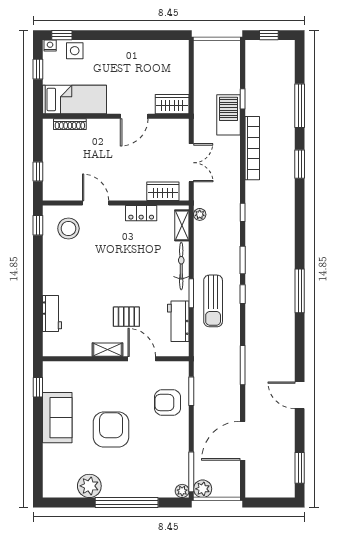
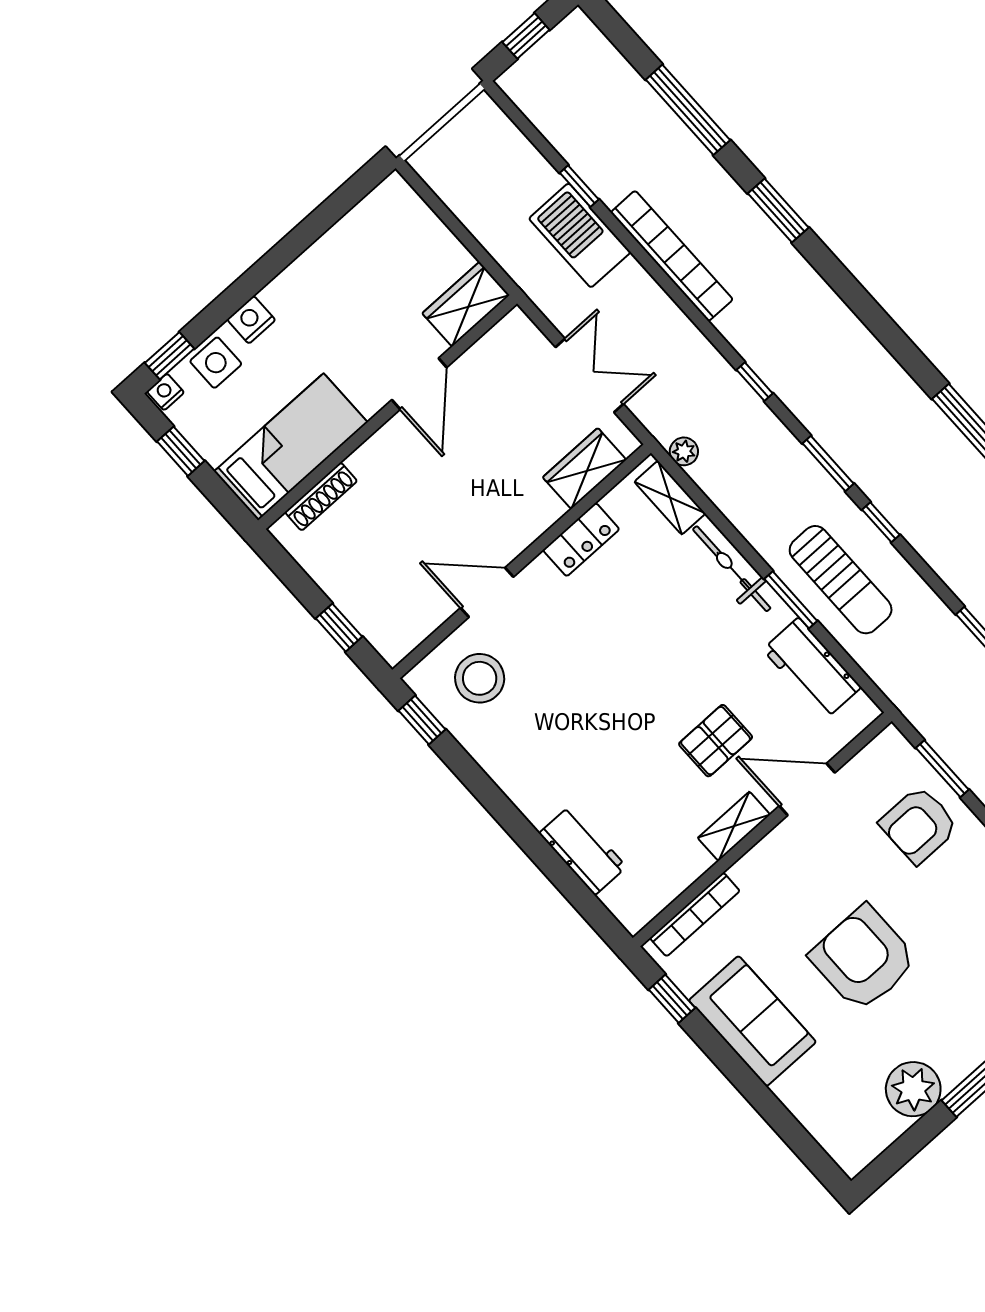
nightstand: (98, 47) -> (251, 320), added
bookcase: (69, 367) -> (695, 915), added

